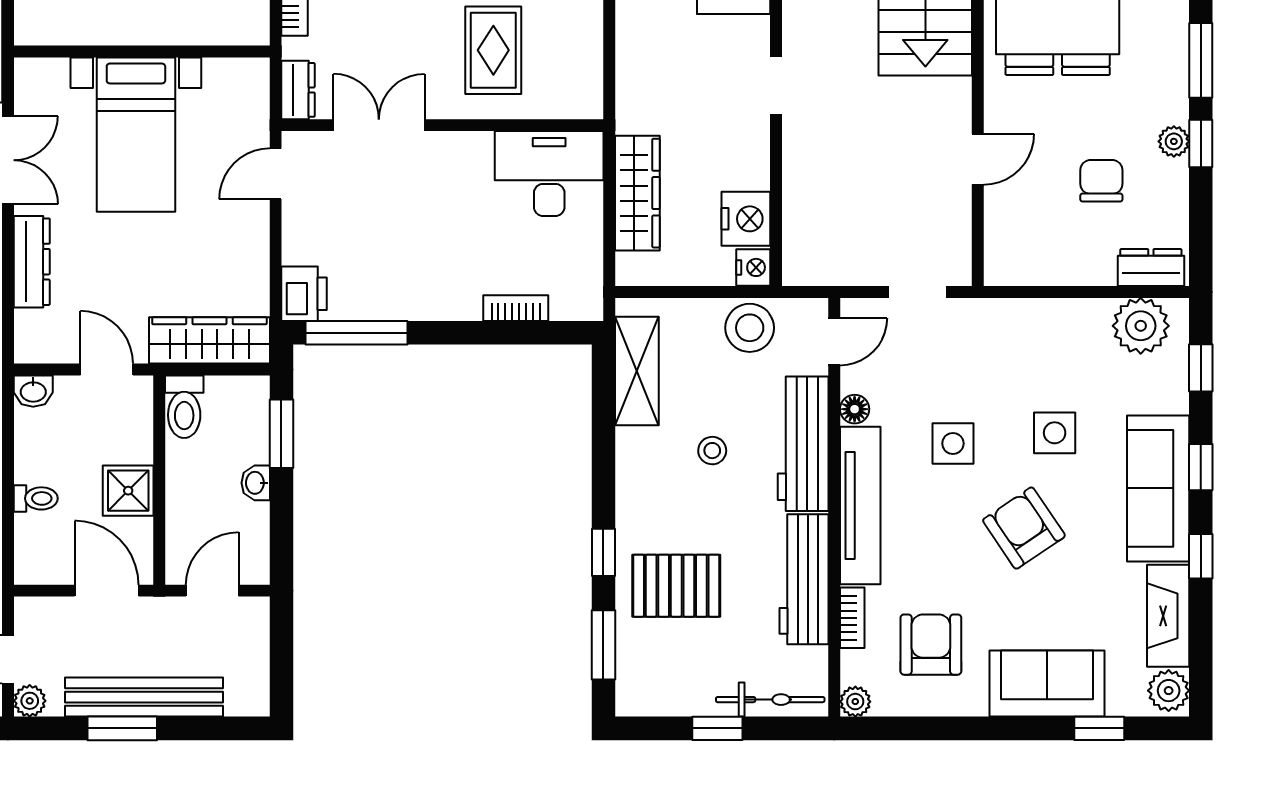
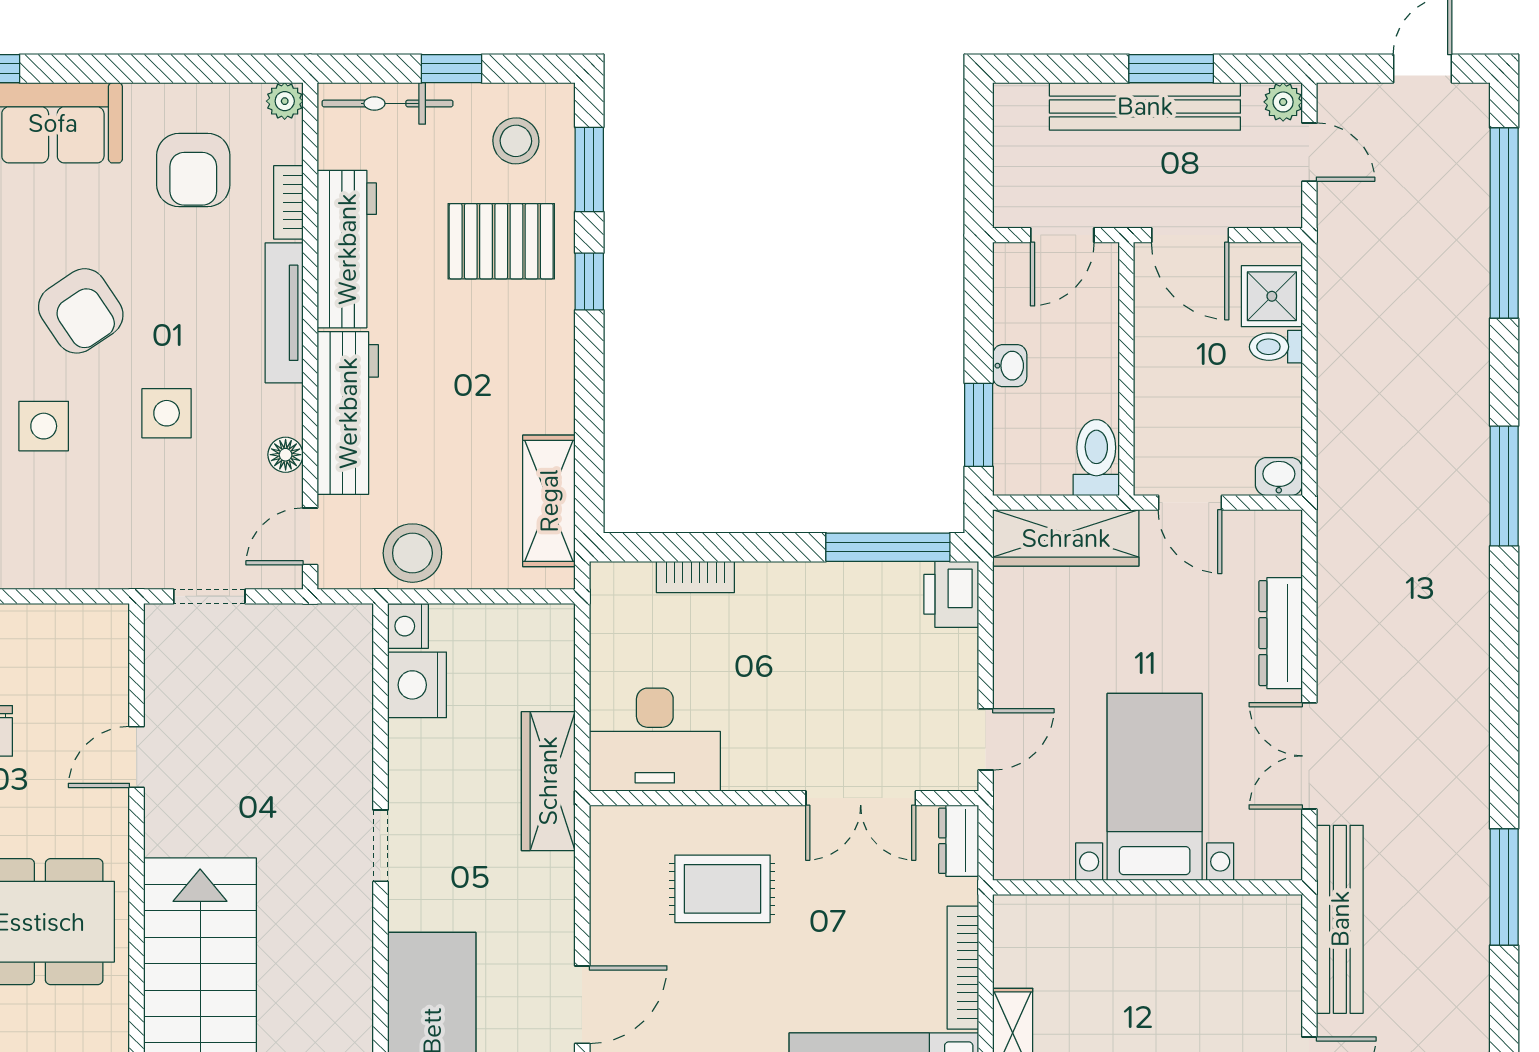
rug: (493, 50) -> (722, 889), turned 90
wardrobe: (637, 193) -> (548, 781), moved
stool: (712, 451) -> (516, 141), moved, width x1.37, depth x1.37
shower: (128, 491) -> (1272, 296), moved
tv unit: (860, 506) -> (284, 313), width x0.73, depth x0.78

